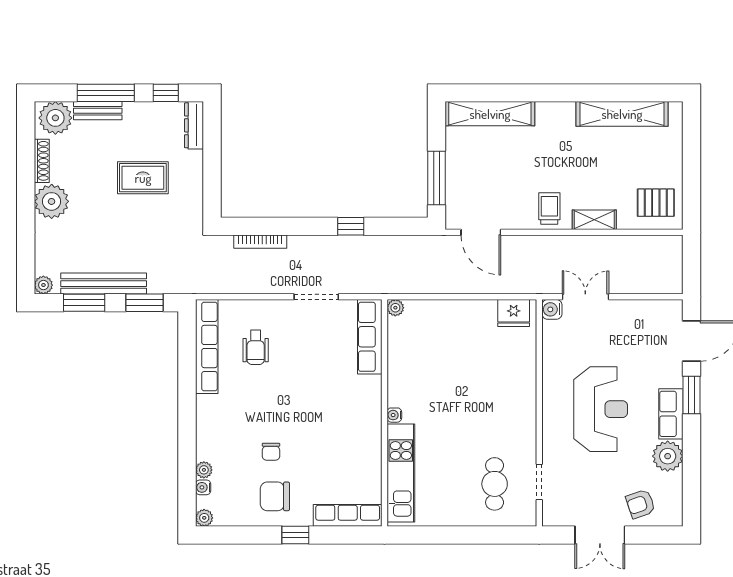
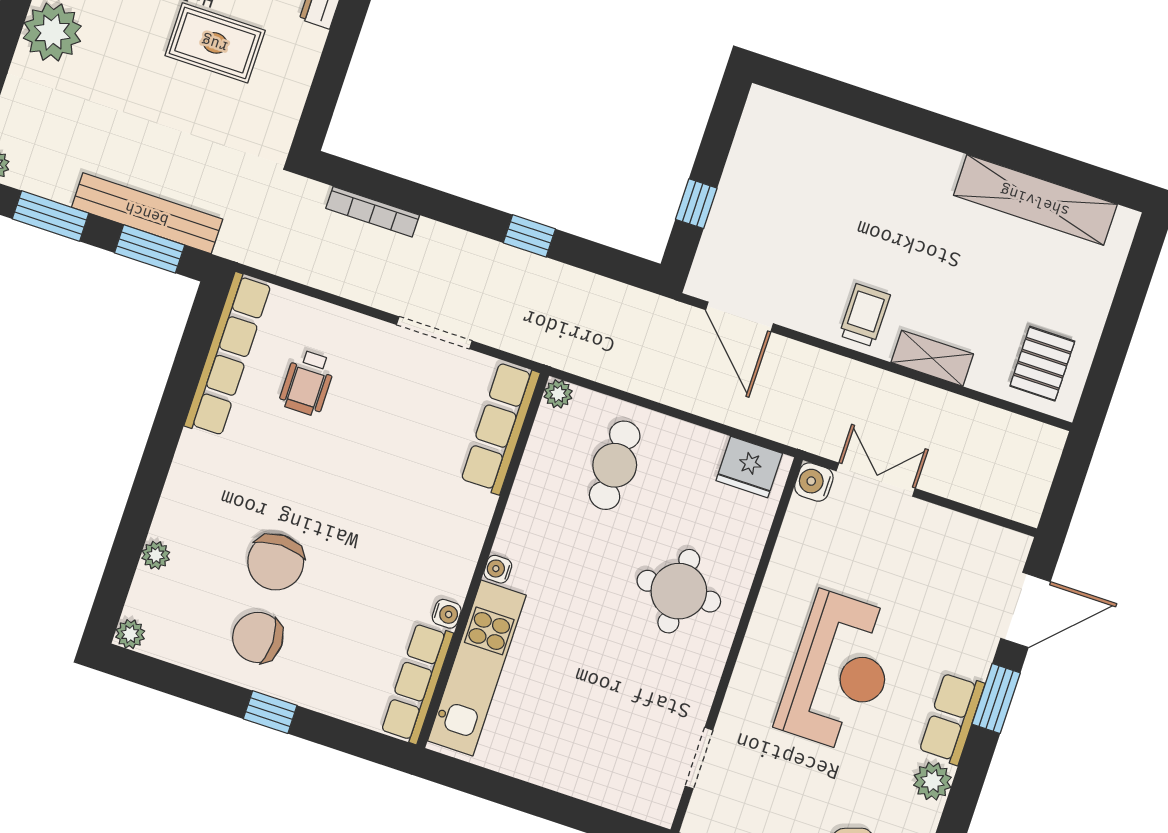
shelving: (490, 114) -> (819, 127), removed
window: (436, 178) -> (696, 204), width x0.46
pallet: (656, 203) -> (1042, 364), turned 90
bench: (104, 284) -> (147, 213), moved
round table: (498, 394) -> (679, 591), added
chair: (271, 452) -> (276, 562), width x1.87, depth x1.87
plant: (668, 456) -> (932, 781), width x0.73, depth x0.73
cafe table: (495, 484) -> (615, 465), moved
water cooler: (203, 487) -> (447, 614), moved, turned 180
row of seats: (348, 515) -> (417, 683), moved, turned -90

